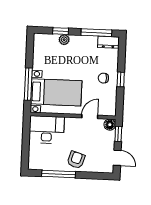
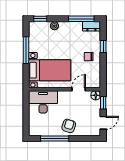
window: (61, 31) -> (40, 19), moved
window: (121, 79) -> (103, 47), moved
window: (28, 84) -> (26, 50), moved
door: (117, 158) -> (103, 123), hinge flipped

